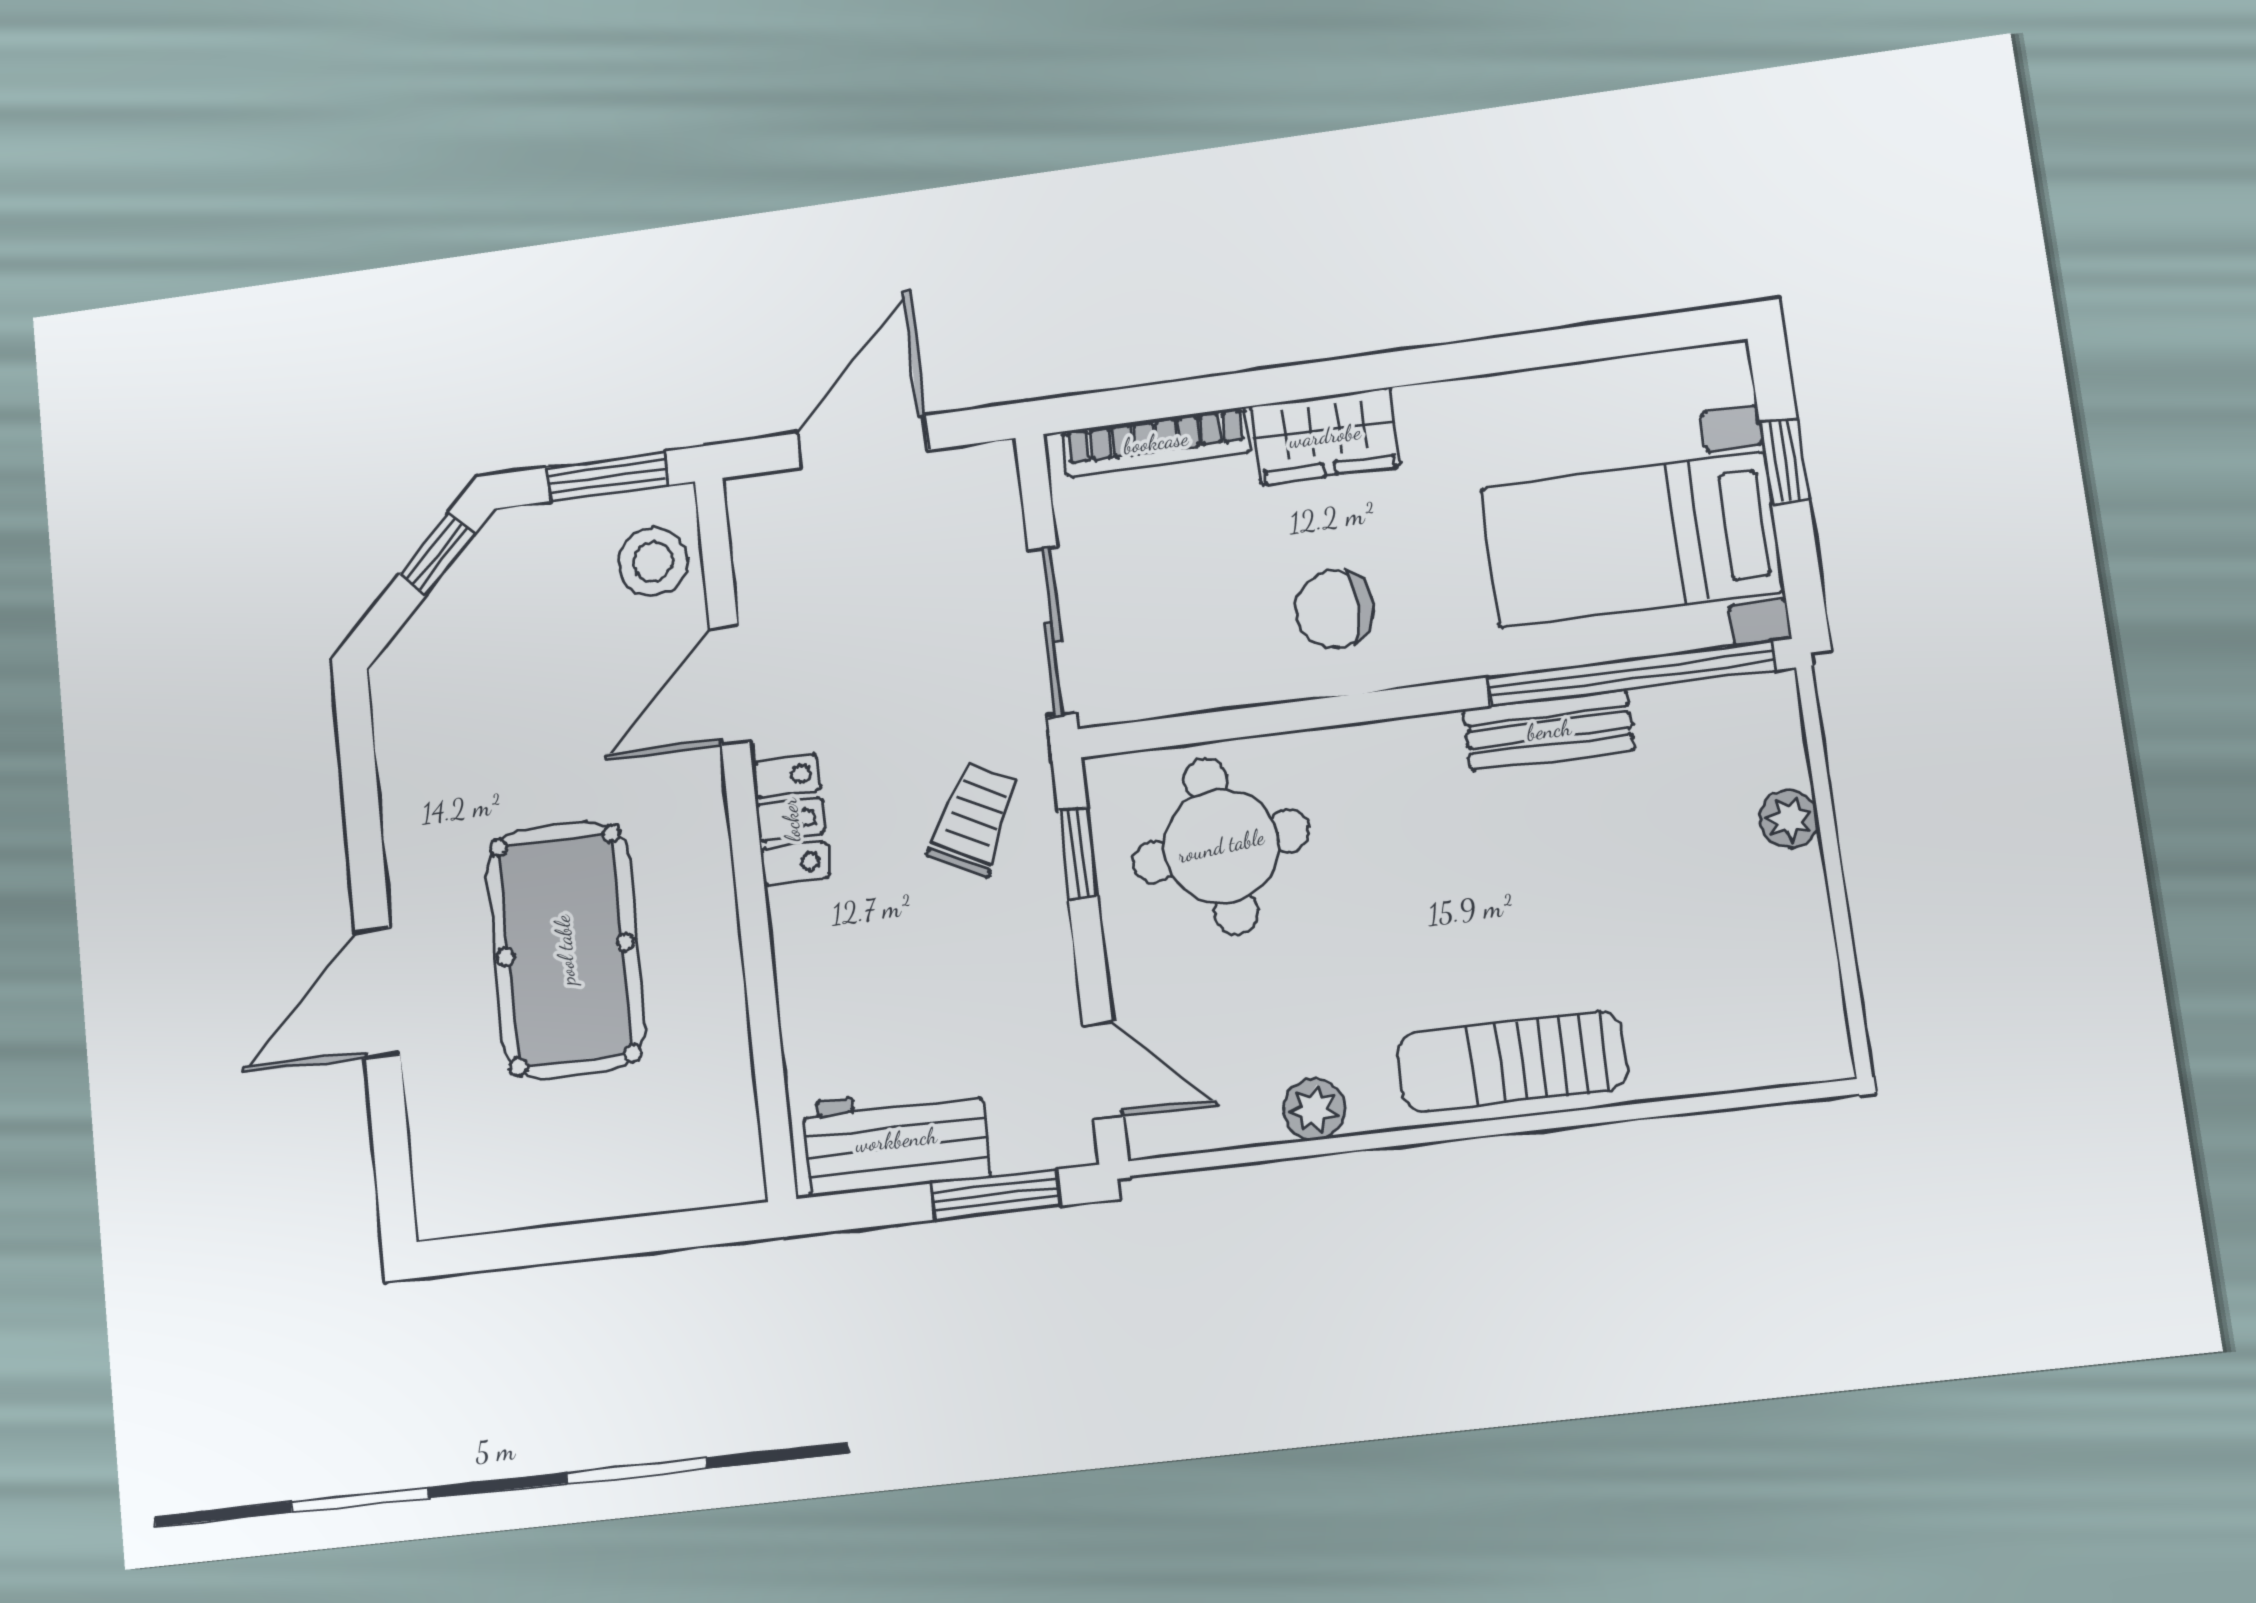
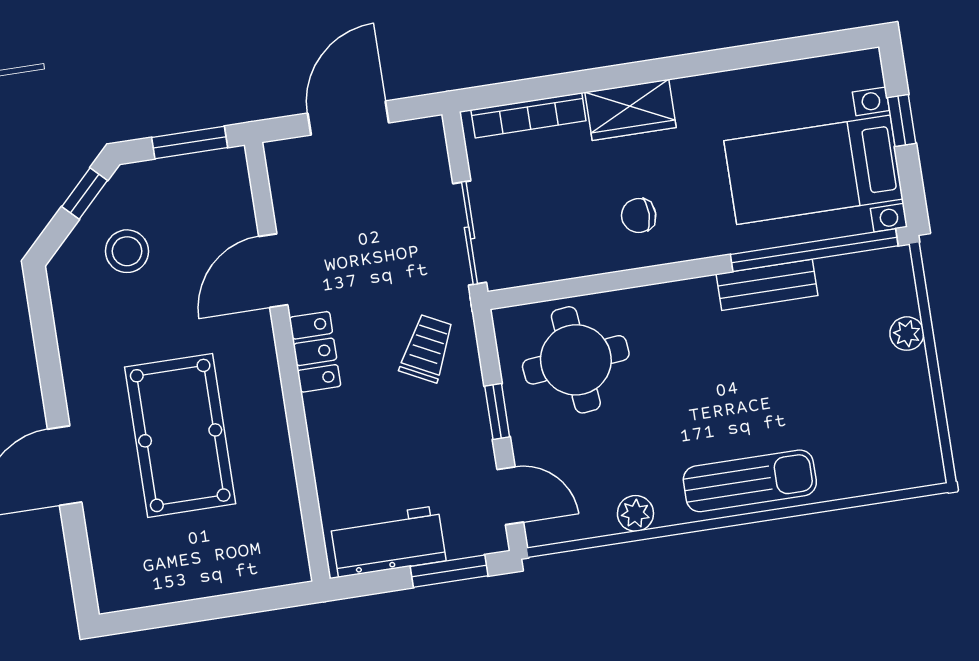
stool: (653, 562) -> (127, 251), moved
chair: (1334, 609) -> (639, 215), width x0.73, depth x0.73
window: (1078, 853) -> (497, 412), moved
sun lounger: (1512, 1061) -> (750, 481), turned 180

